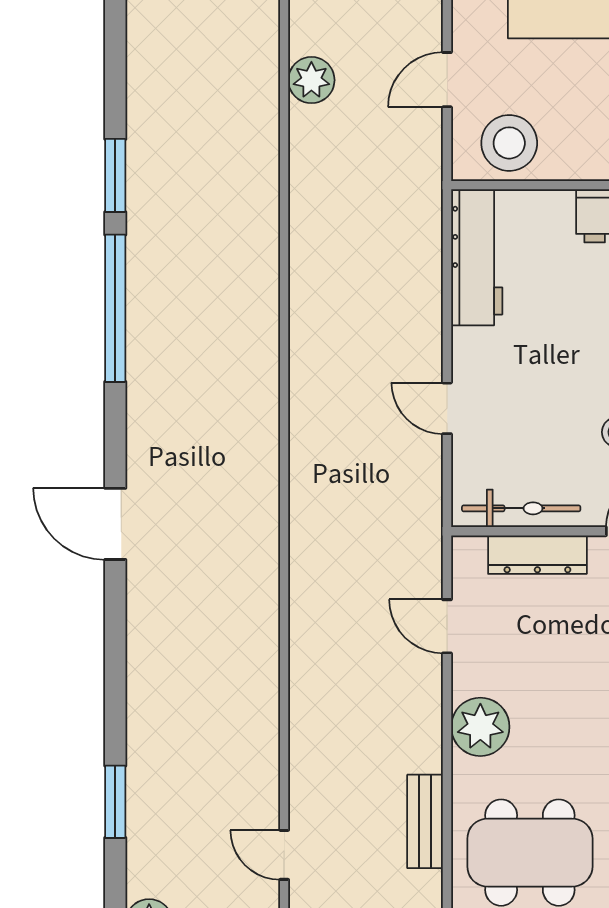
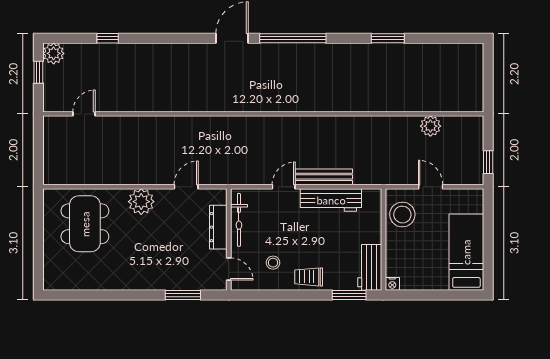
workbench: (477, 257) -> (331, 200), moved
window: (115, 308) -> (293, 38), moved
window: (115, 802) -> (108, 38), width x0.67
bench: (425, 821) -> (324, 177), moved, width x1.36

